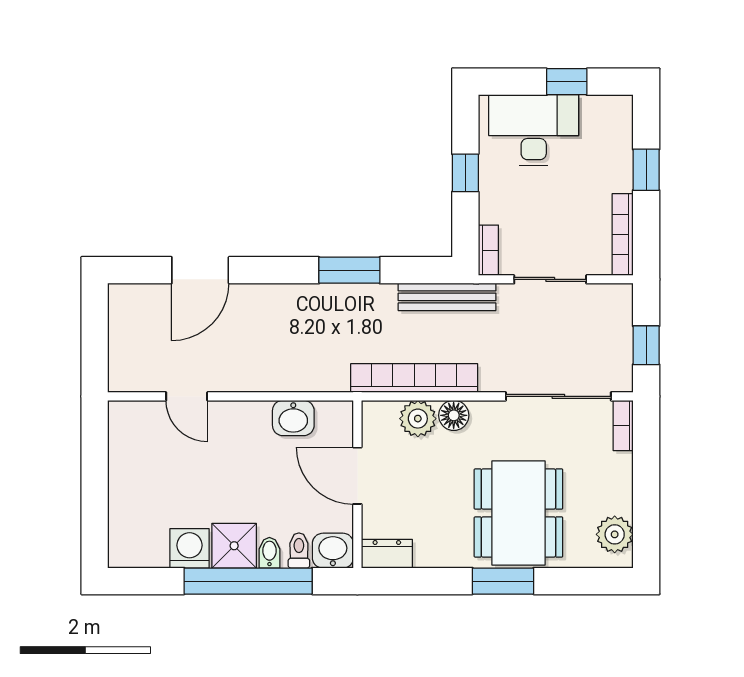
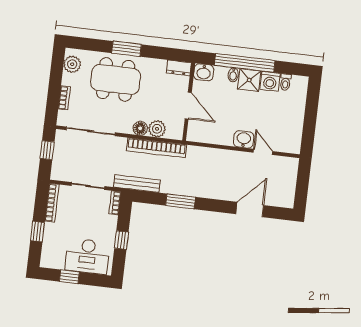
washbasin: (293, 418) -> (244, 139), moved
bookcase: (623, 425) -> (64, 98), moved
dining table: (518, 513) -> (116, 79), turned 90
toilet: (299, 550) -> (285, 82), moved

